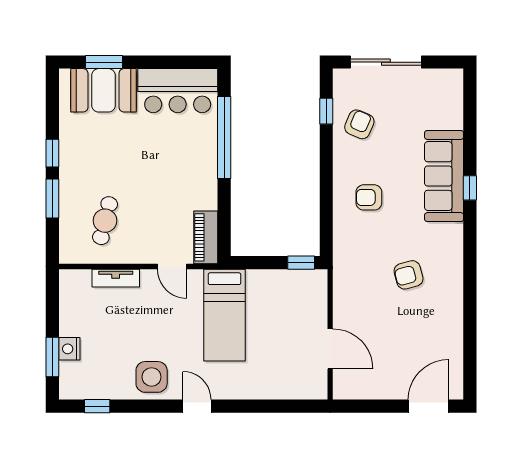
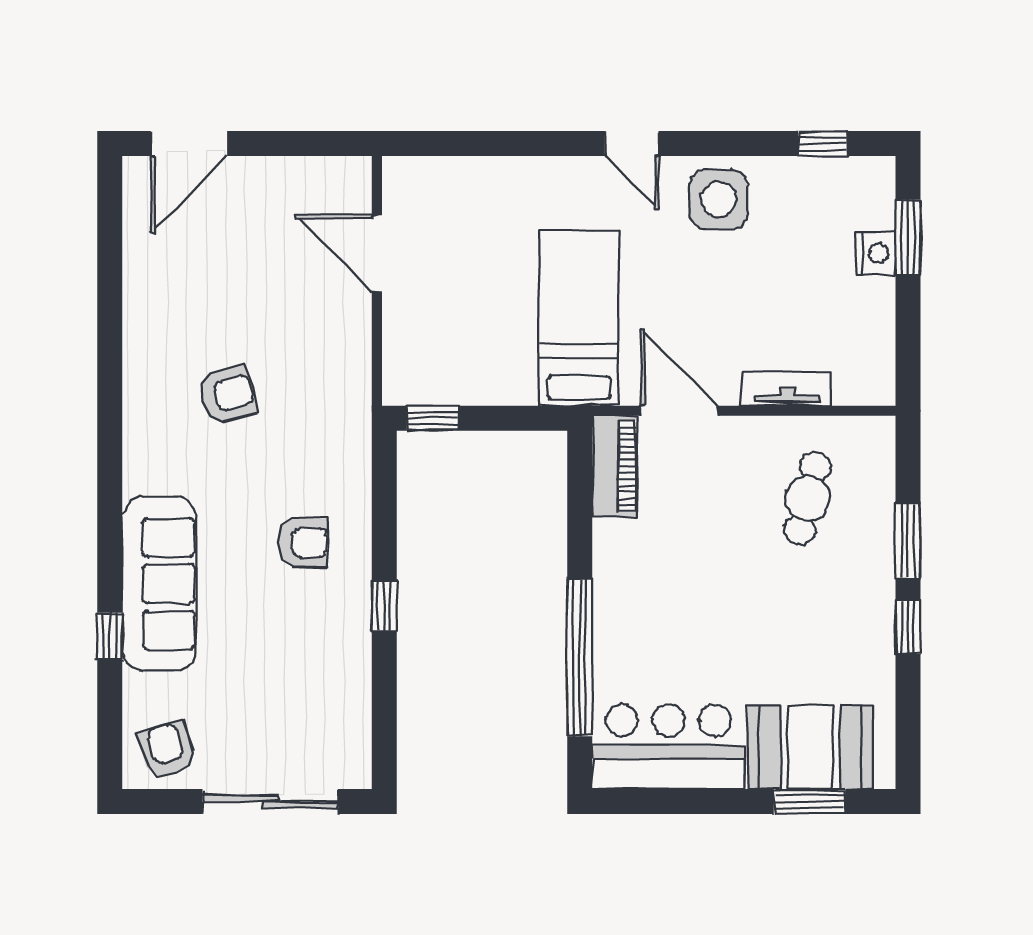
window: (326, 111) -> (384, 606), moved
armchair: (359, 124) -> (167, 750), moved, turned 140
window: (470, 188) -> (110, 636), moved
door: (172, 266) -> (679, 411), width x1.38

